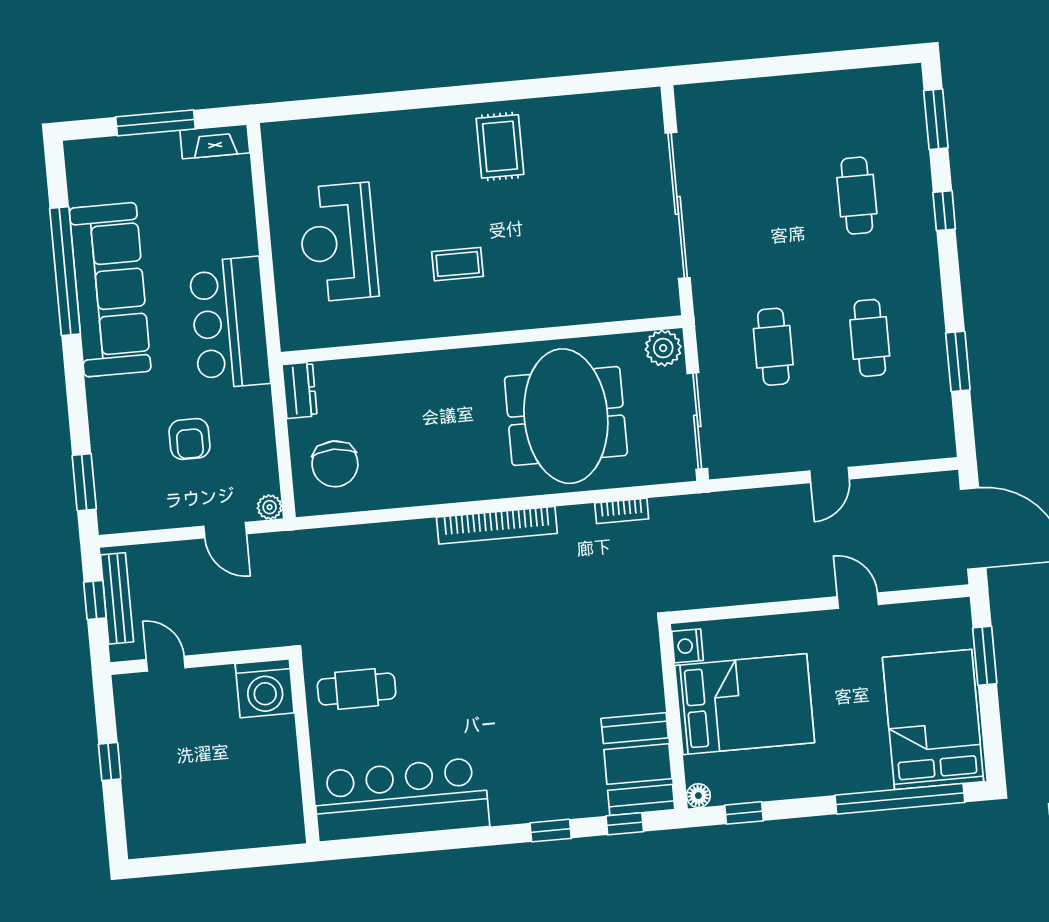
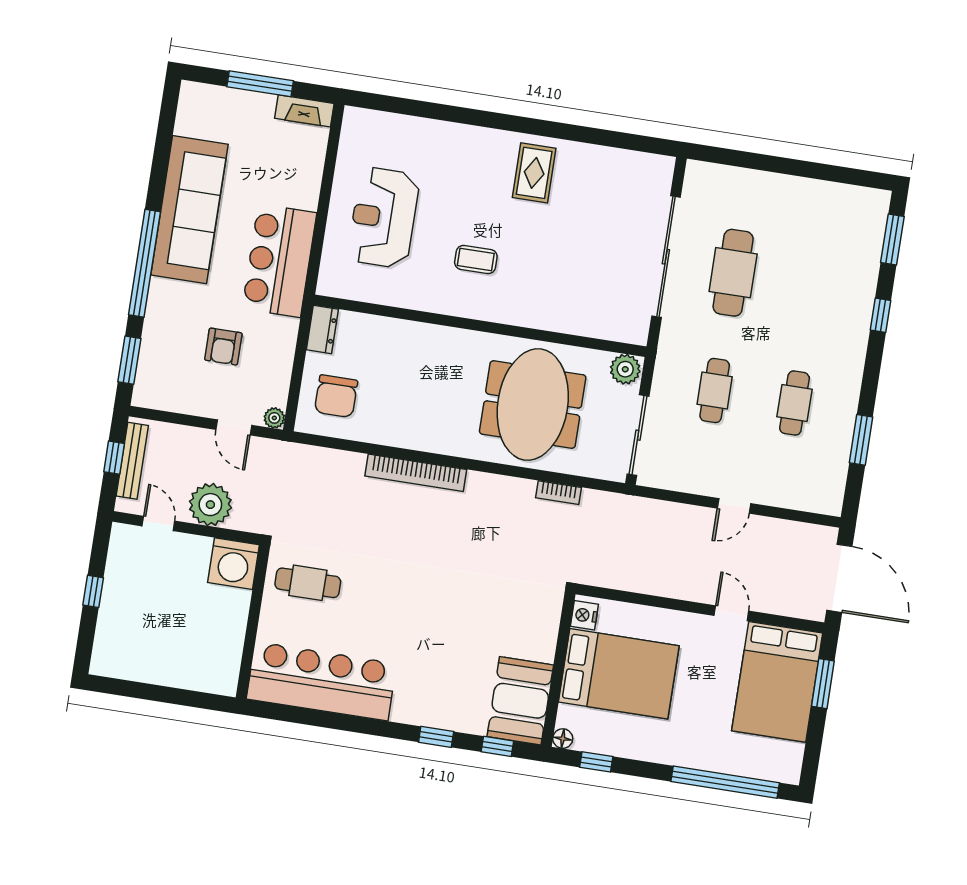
cafe table: (857, 196) -> (733, 273), moved, width x1.37, depth x1.35
window: (65, 271) -> (145, 263), moved
bookcase: (497, 525) -> (416, 473), moved
plant: (221, 627) -> (210, 505), added
bed: (933, 719) -> (777, 682), moved, turned 180

